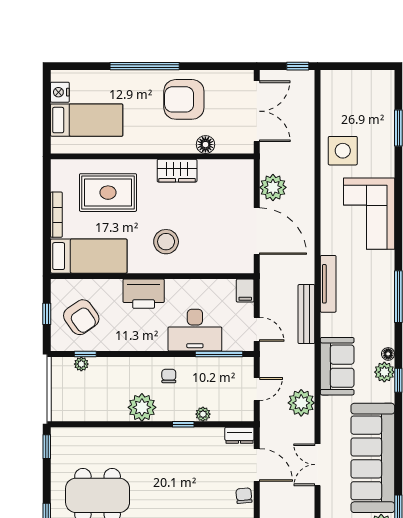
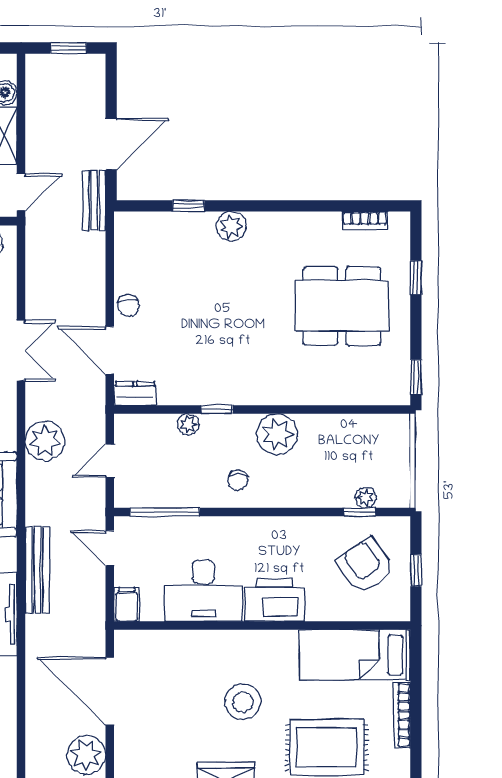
stool: (166, 242) -> (243, 702), moved
desk: (195, 330) -> (204, 591), moved, turned 180

